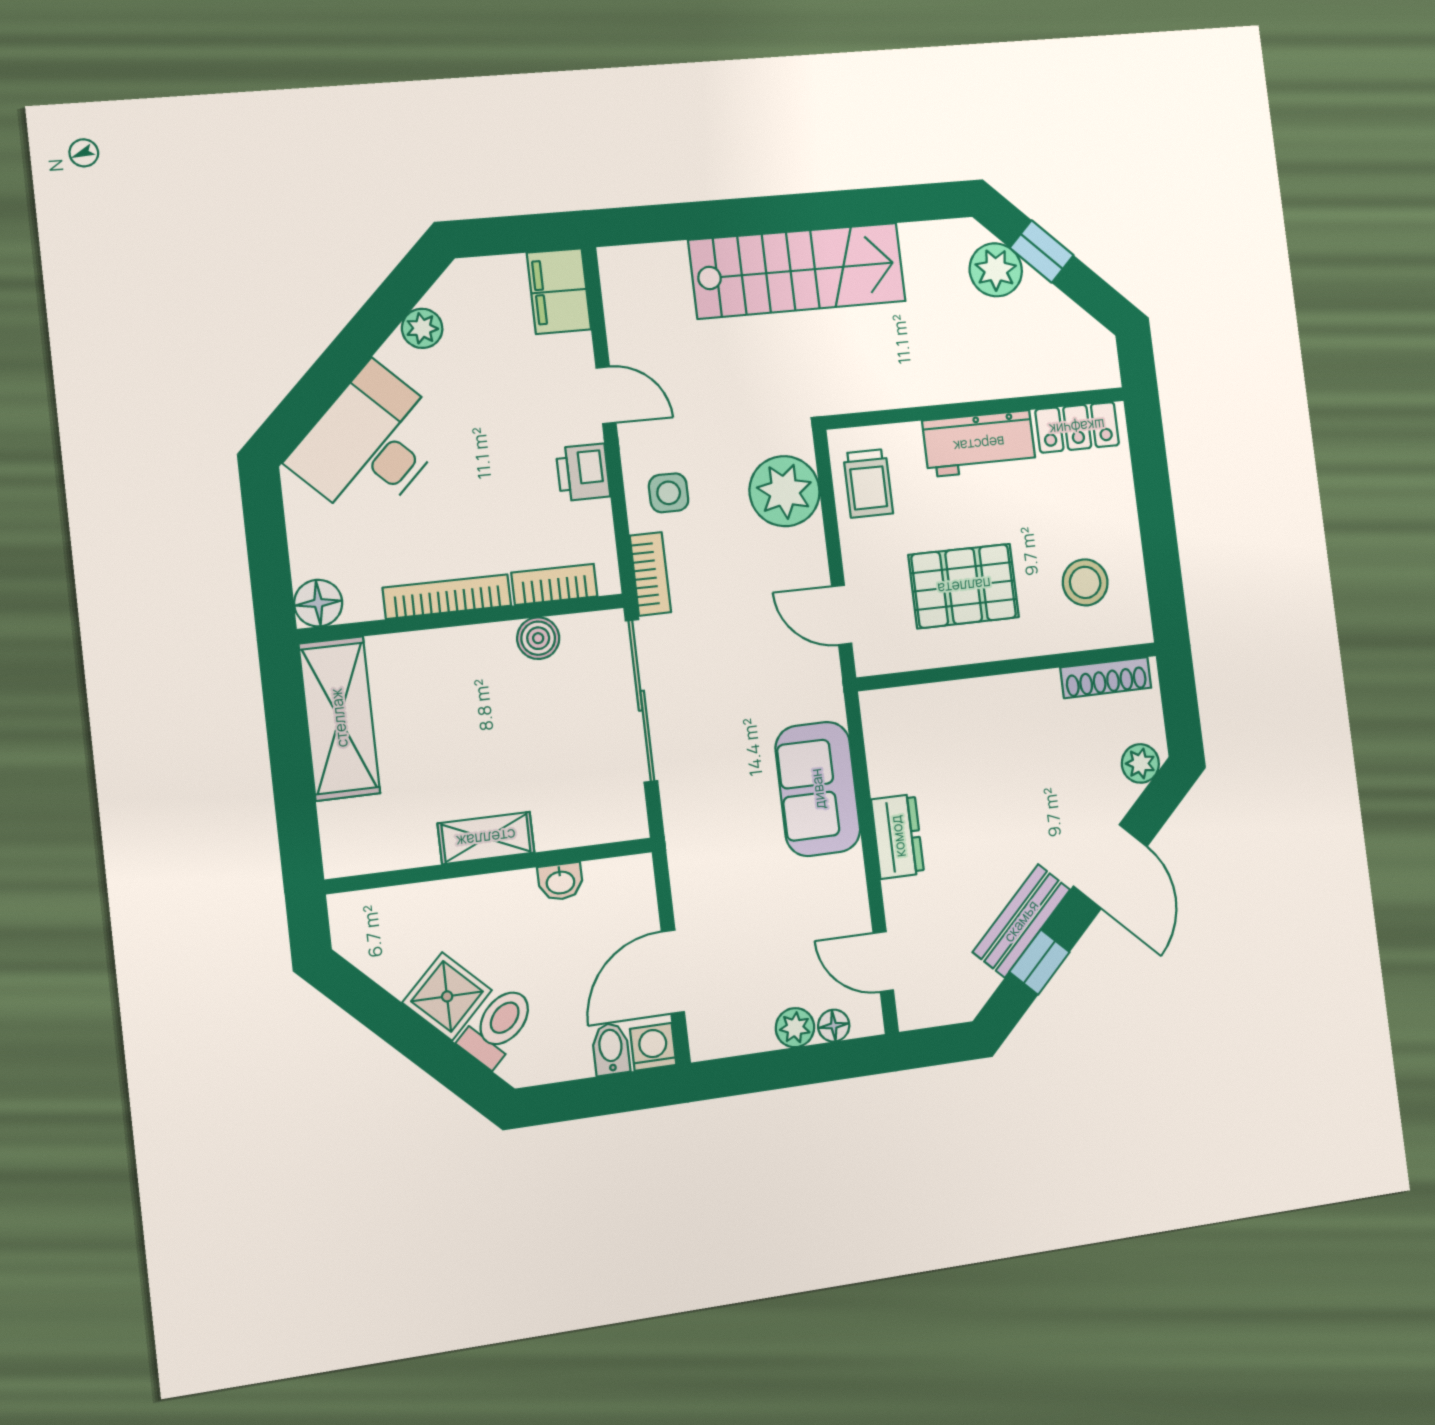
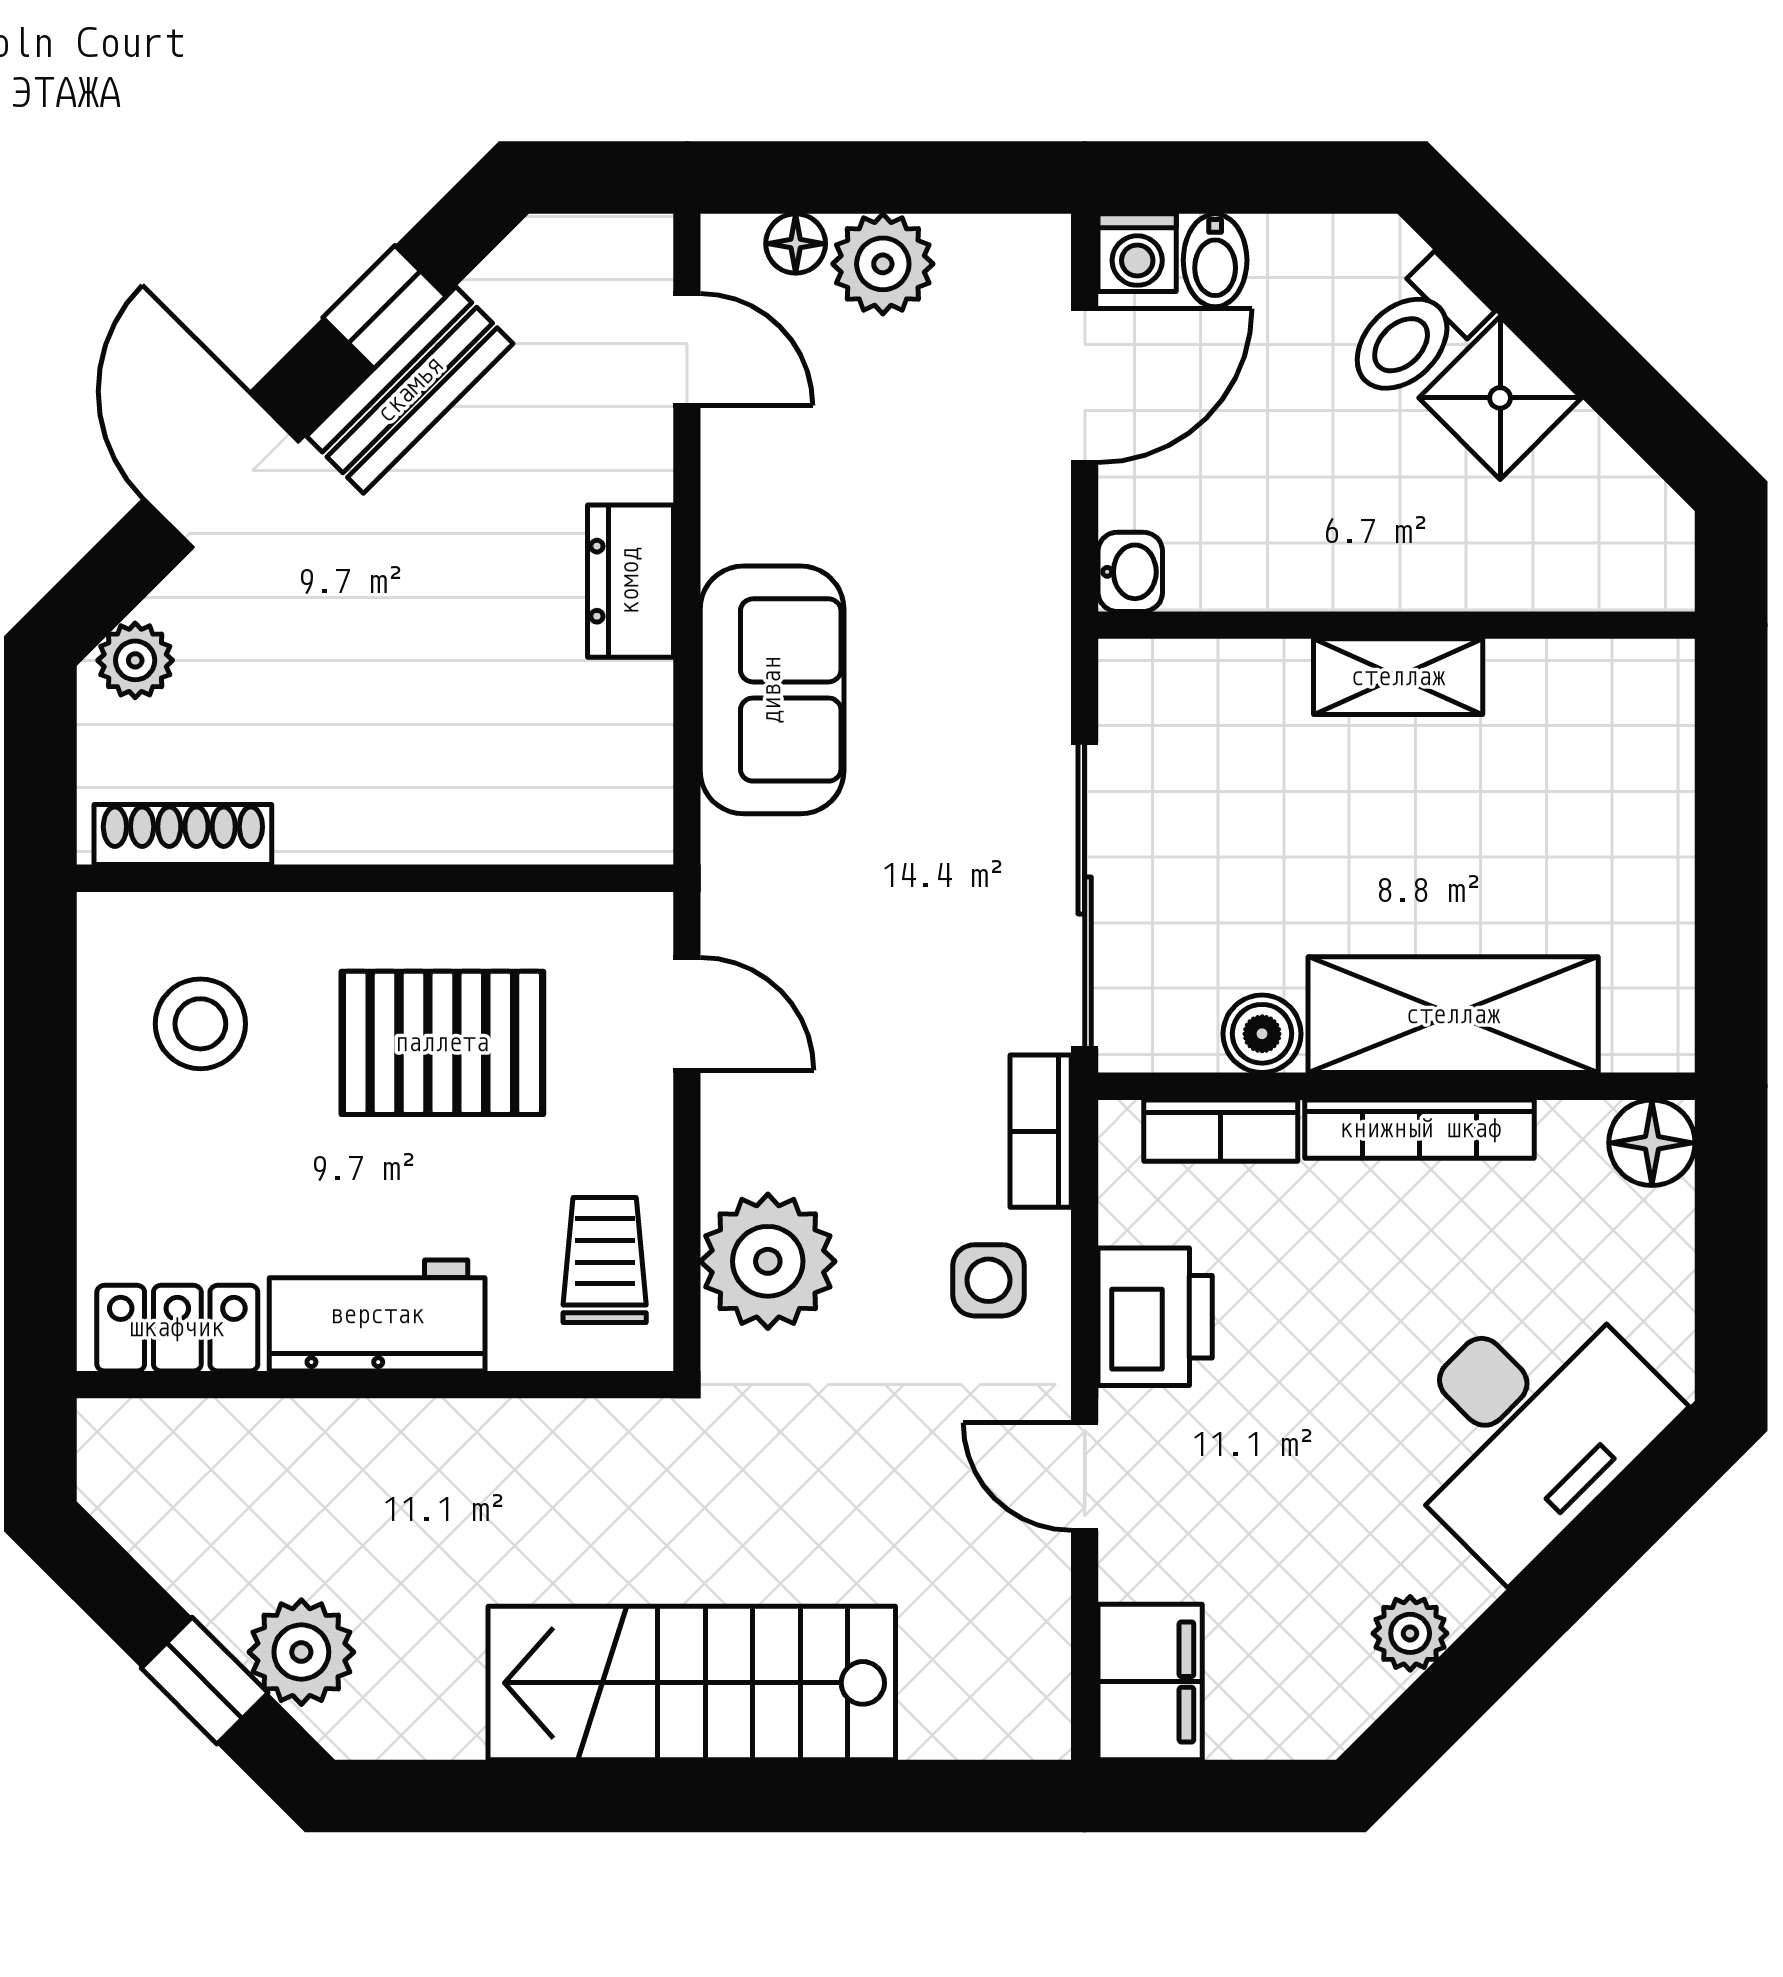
printer: (583, 472) -> (1155, 1317), width x1.36, depth x1.24
shelving: (339, 718) -> (1453, 1015), moved, turned 90
washbasin: (560, 882) -> (1130, 572), moved, turned 90
plant: (795, 1028) -> (883, 264), width x1.38, depth x1.38

